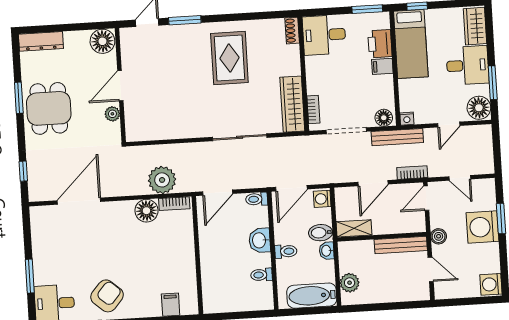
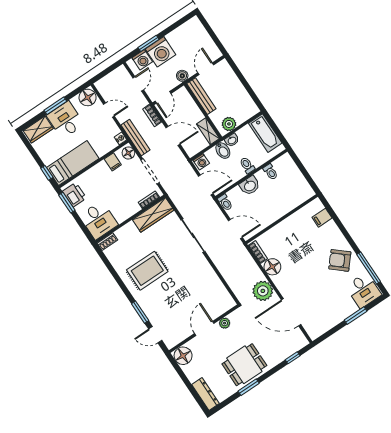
printer: (380, 44) -> (74, 195), moved, turned -90
filing cabinet: (382, 66) -> (113, 162), moved
window: (493, 83) -> (55, 106), moved
door: (120, 86) -> (204, 328), swing flipped
plant: (162, 180) -> (263, 291), moved
door: (426, 198) -> (163, 97), hinge flipped
plant: (350, 283) -> (229, 124), moved
washing machine: (491, 284) -> (142, 60), moved

